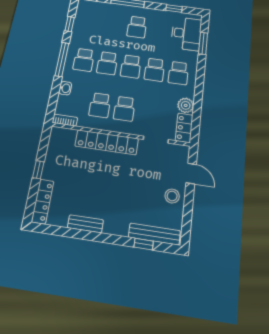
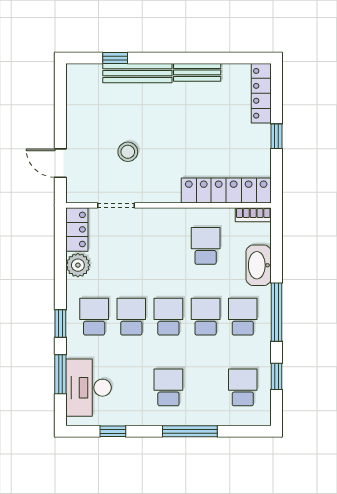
window: (200, 72) -> (60, 323), added
washbasin: (65, 88) -> (259, 265), width x1.91, depth x1.45
school desk: (124, 109) -> (243, 387), moved
locker: (107, 142) -> (226, 190), moved
stool: (172, 196) -> (128, 152), moved
bench: (154, 234) -> (137, 73), moved

